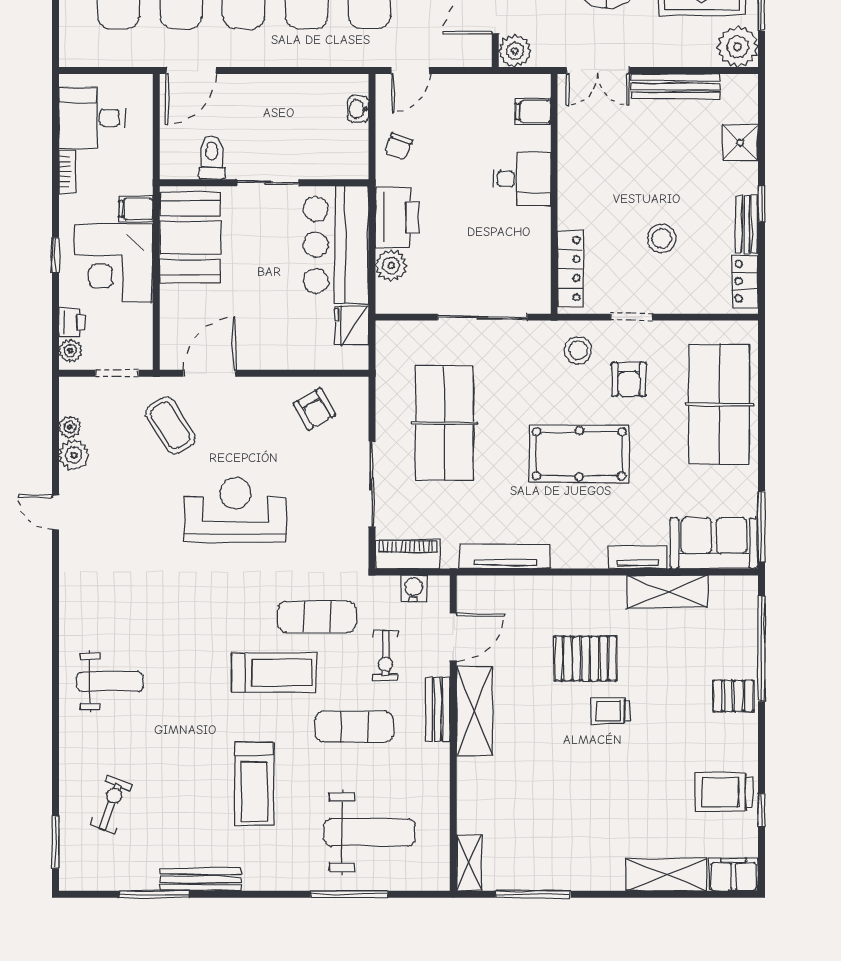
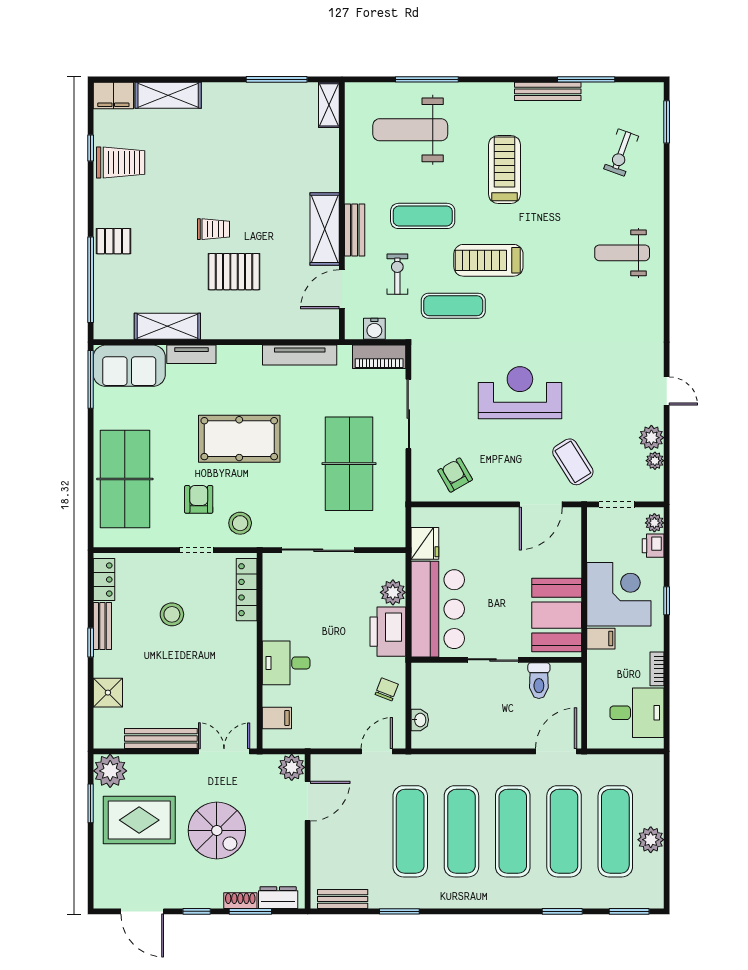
reception desk: (235, 510) -> (520, 393), turned 180

